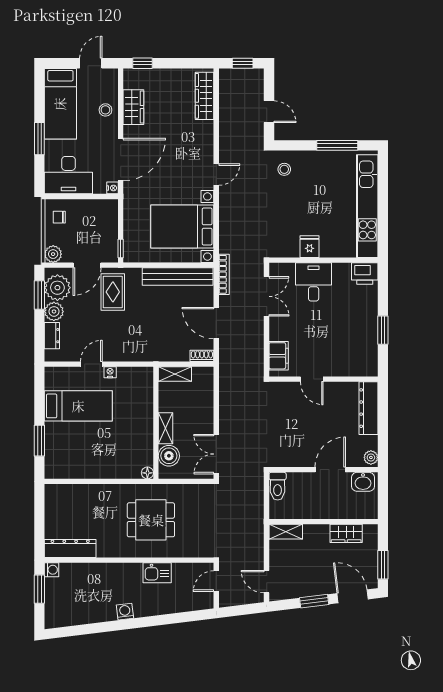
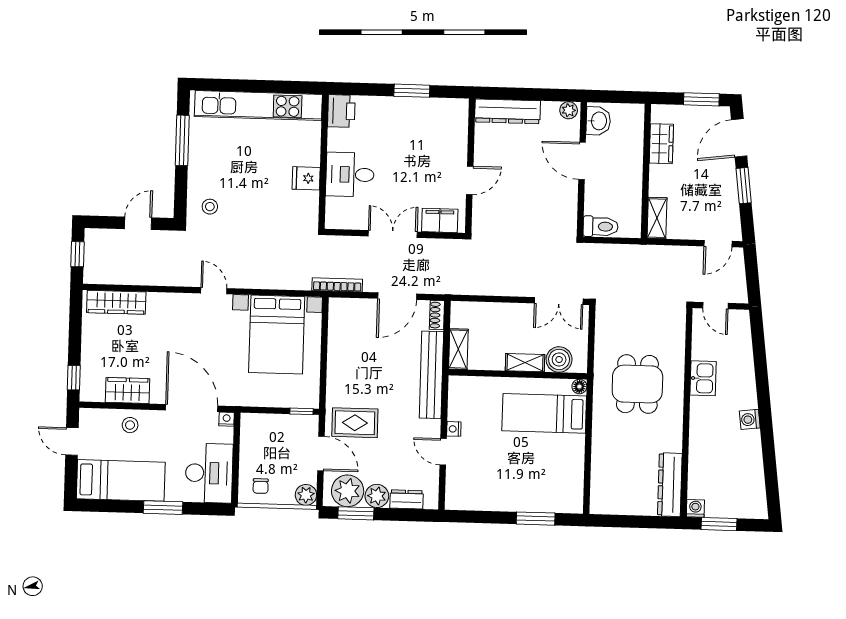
bench: (178, 276) -> (431, 375), moved
double door: (267, 296) -> (393, 234), moved
bed: (78, 406) -> (544, 413), moved, turned -90

